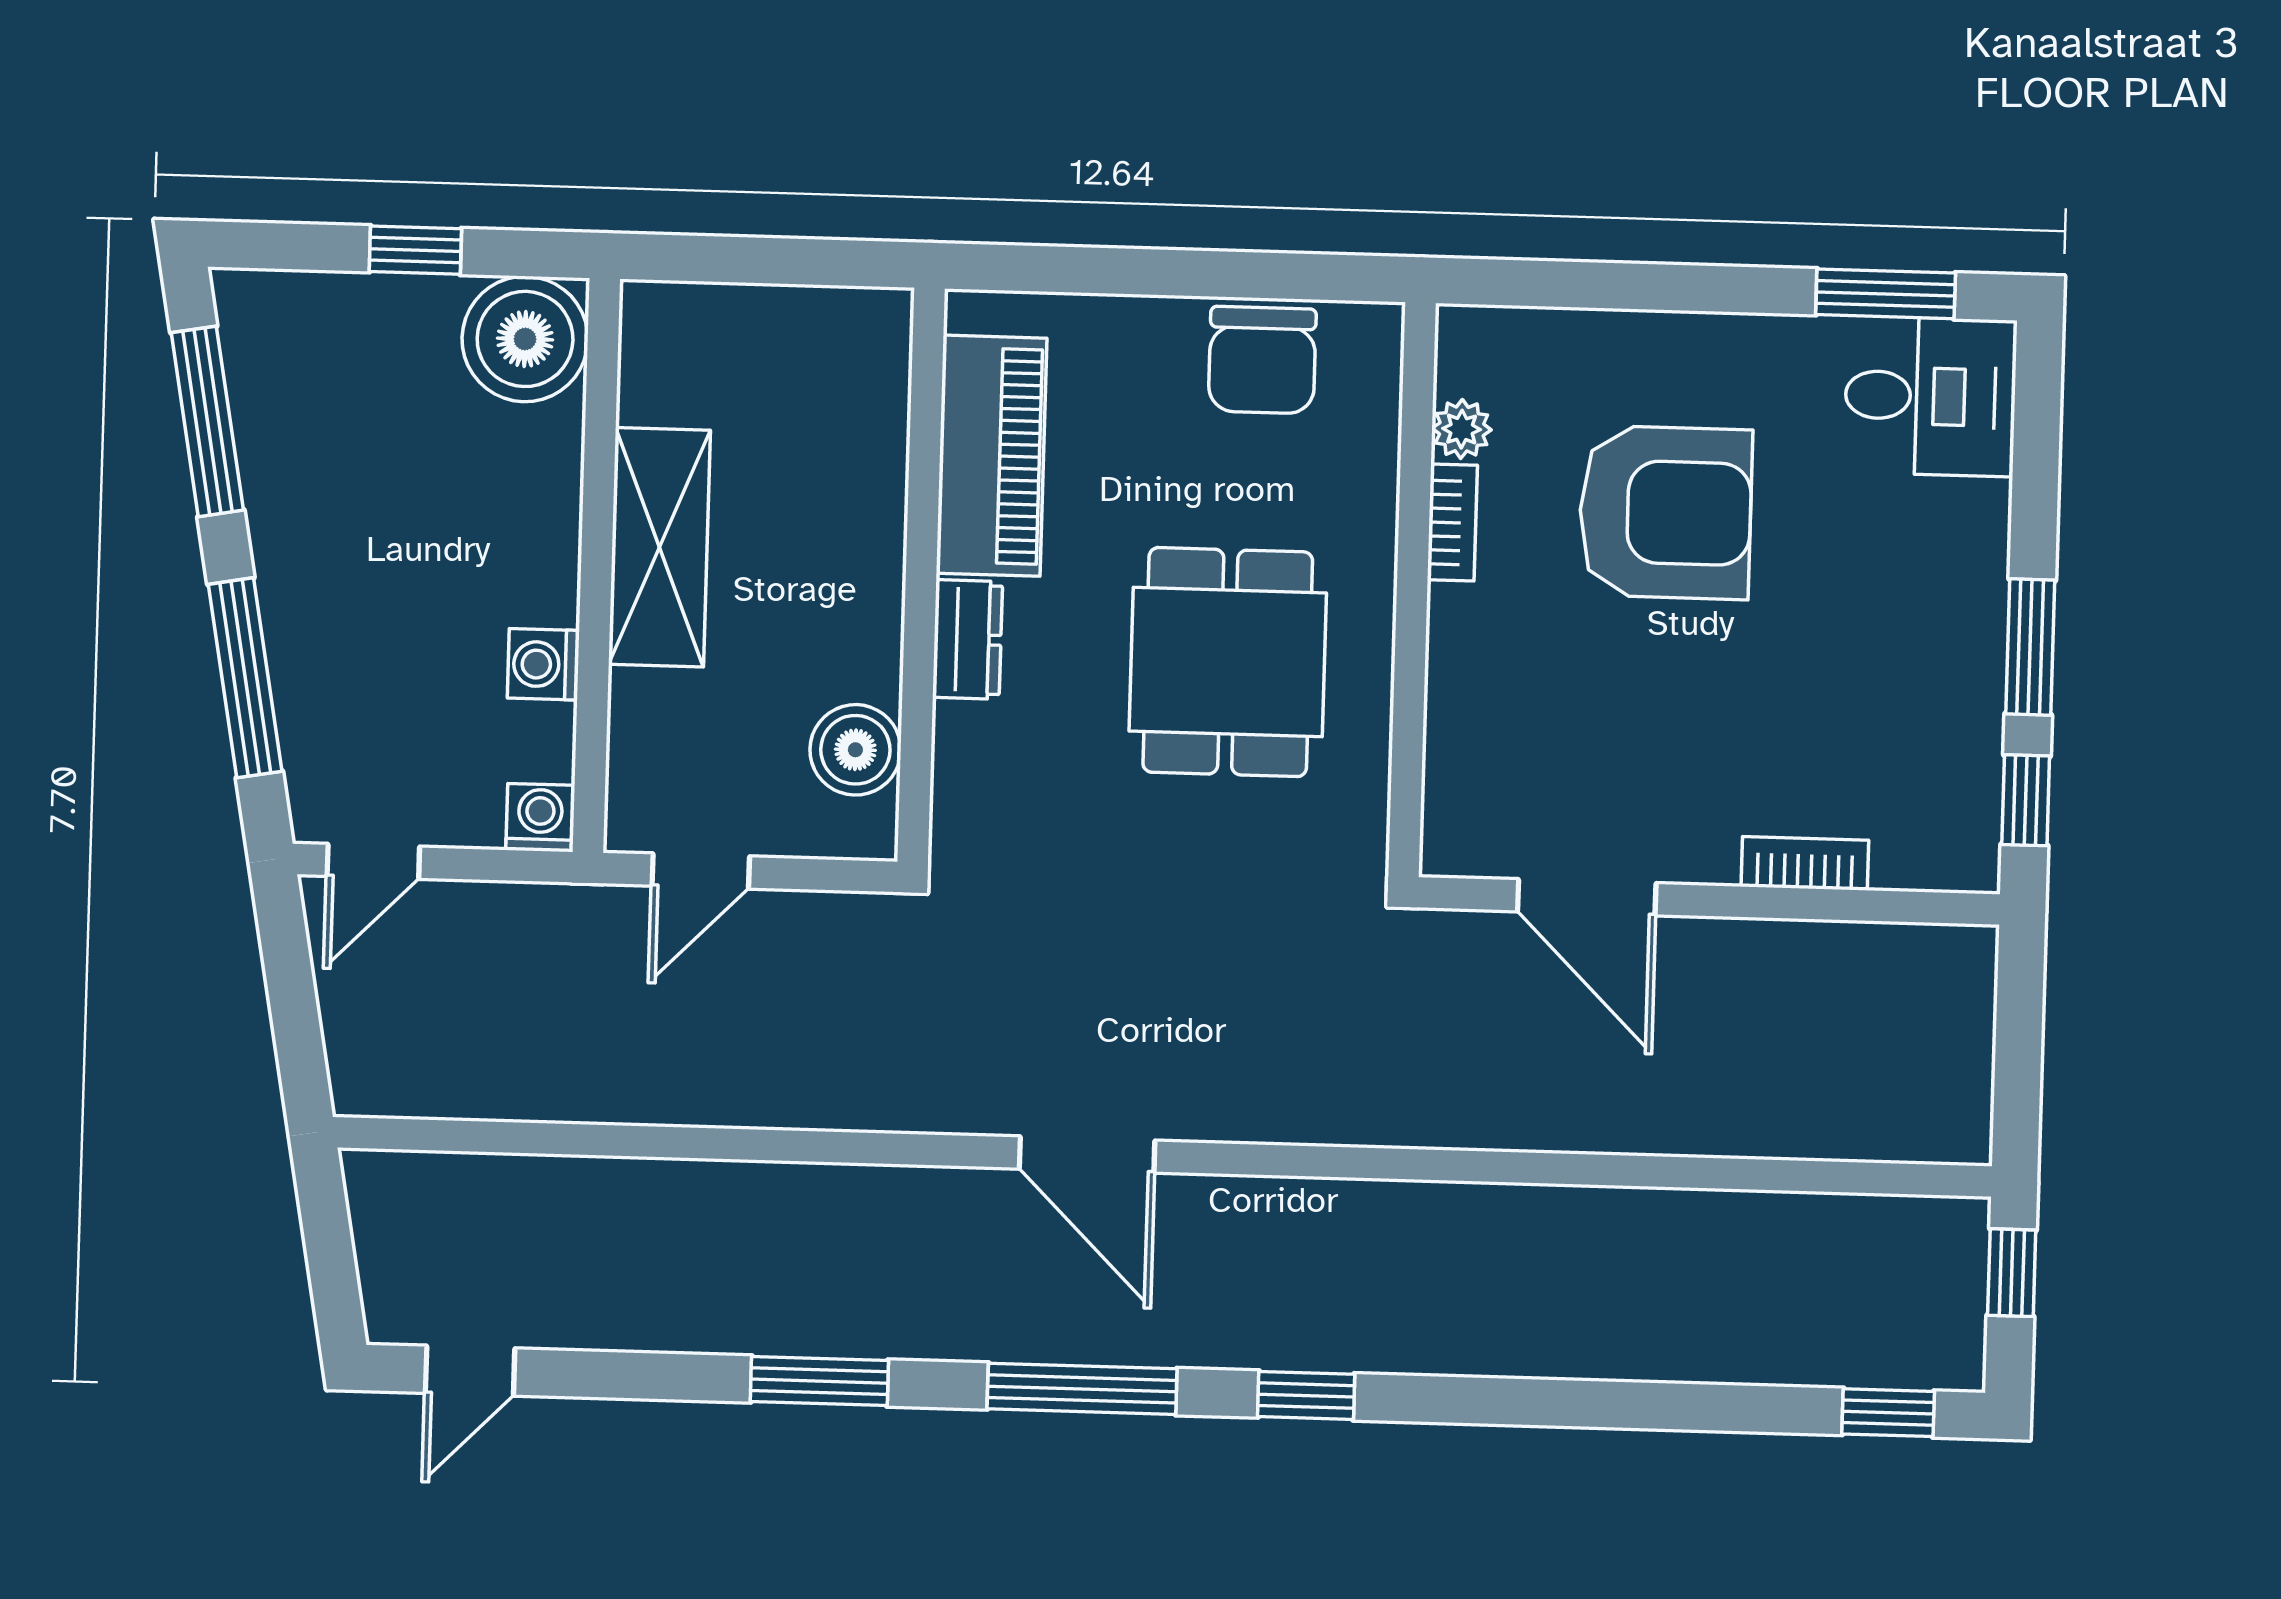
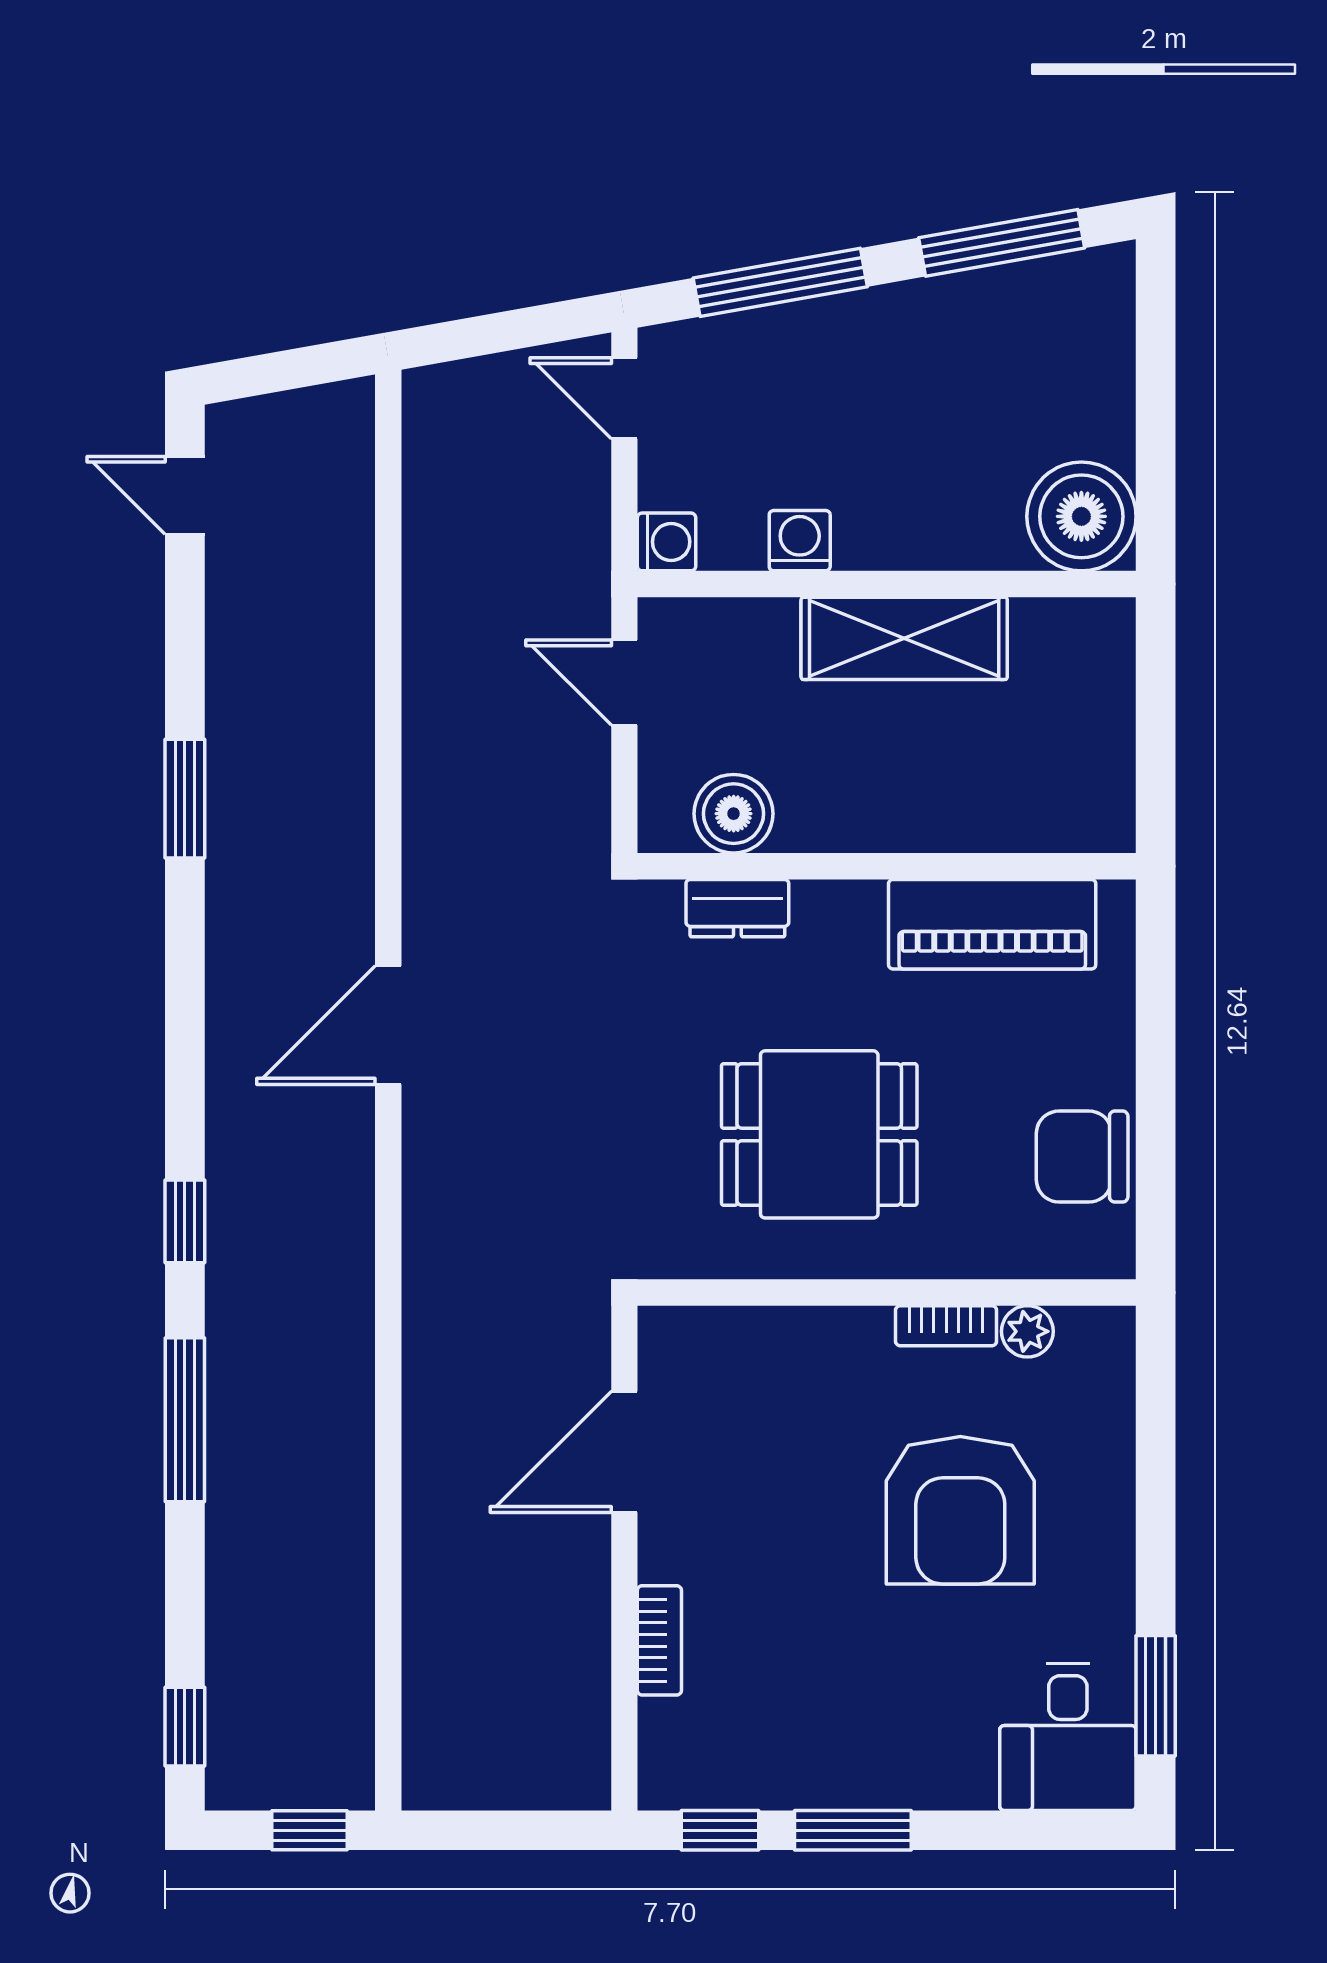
window: (415, 250) -> (1156, 419), removed
dresser: (968, 639) -> (737, 908), moved
window: (1082, 1389) -> (185, 1420), moved

